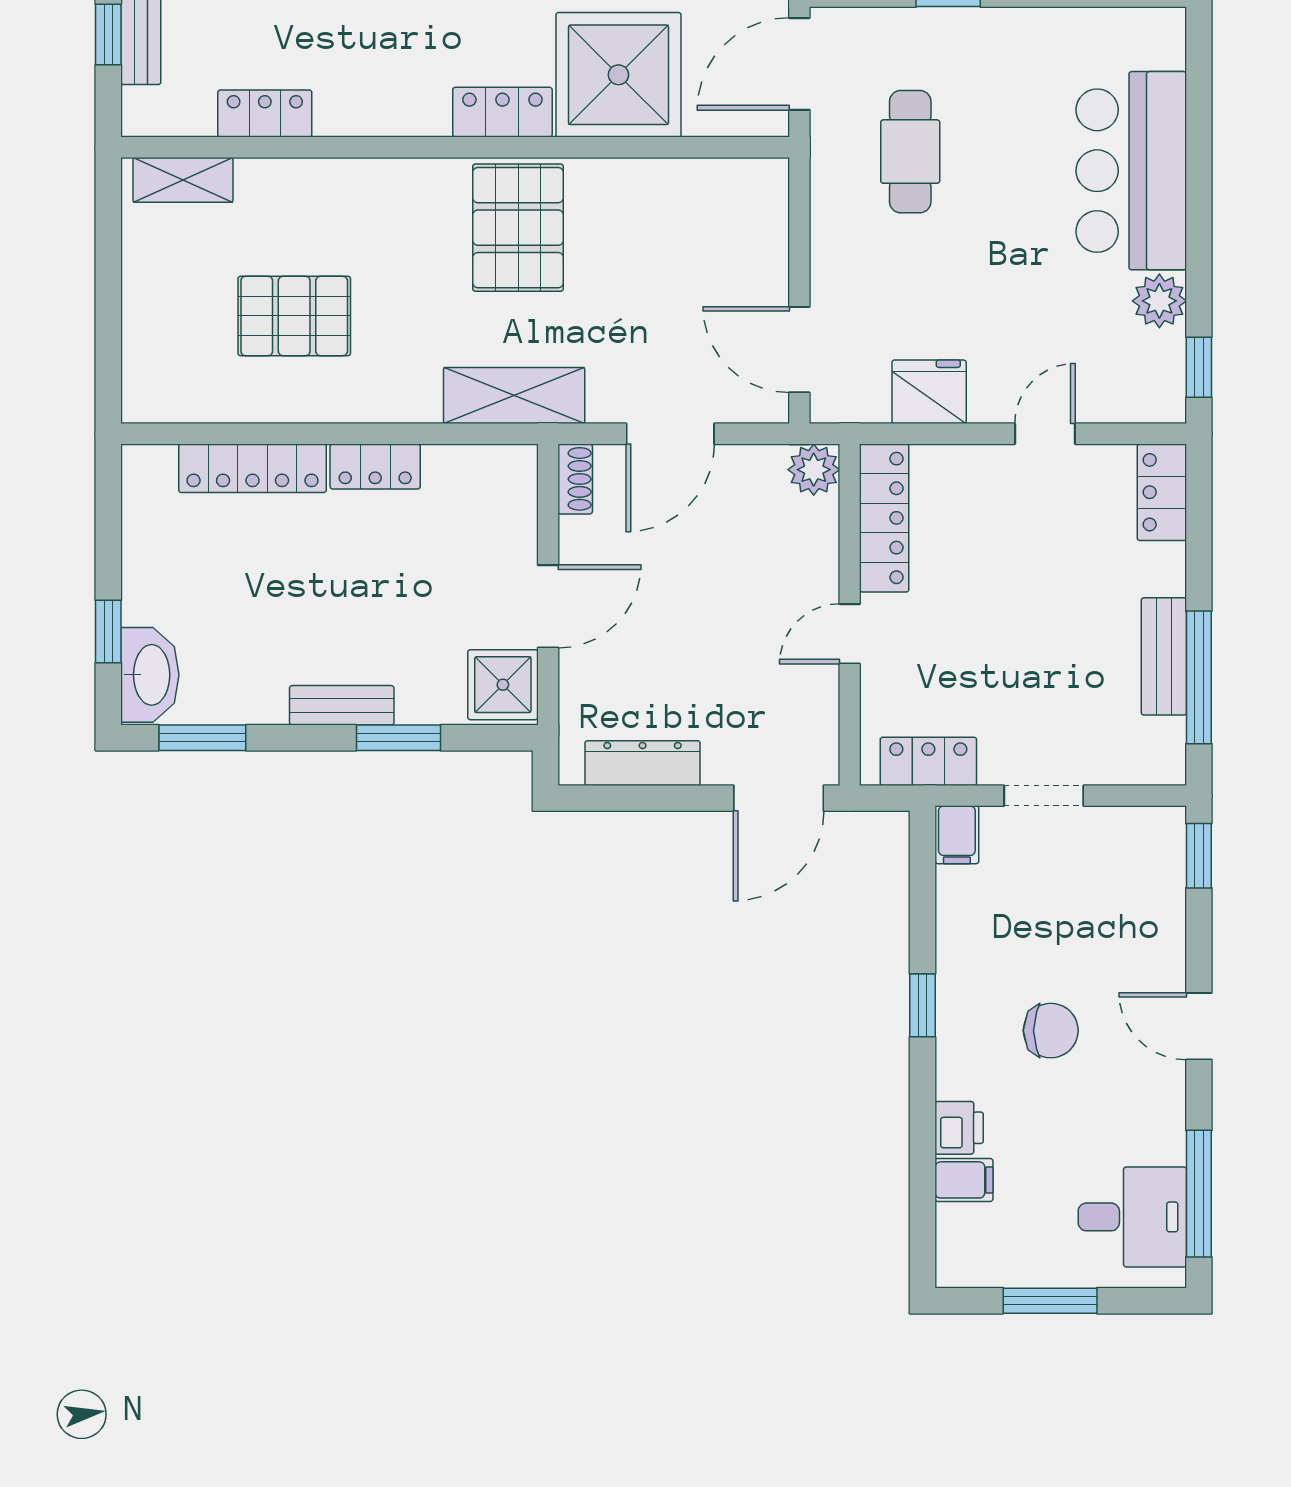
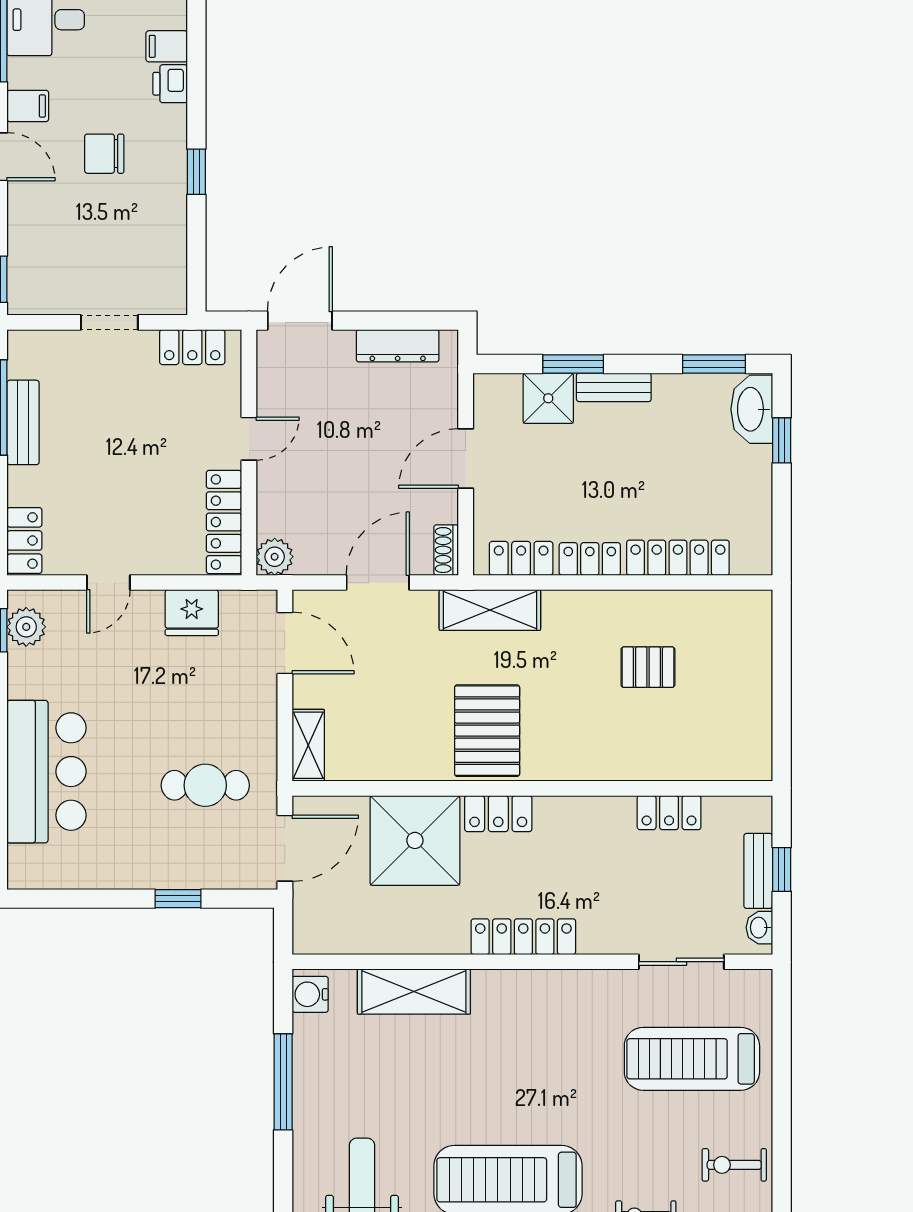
cafe table: (910, 152) -> (205, 785), turned 90
shelving: (183, 180) -> (308, 745), moved, turned 90
plant: (1159, 301) -> (26, 627), moved
pallet: (294, 316) -> (648, 667), width x0.67, depth x0.71
locker: (471, 467) -> (521, 558), added
shower: (503, 685) -> (548, 398), moved
filing cabinet: (957, 835) -> (28, 106), moved, turned 90

